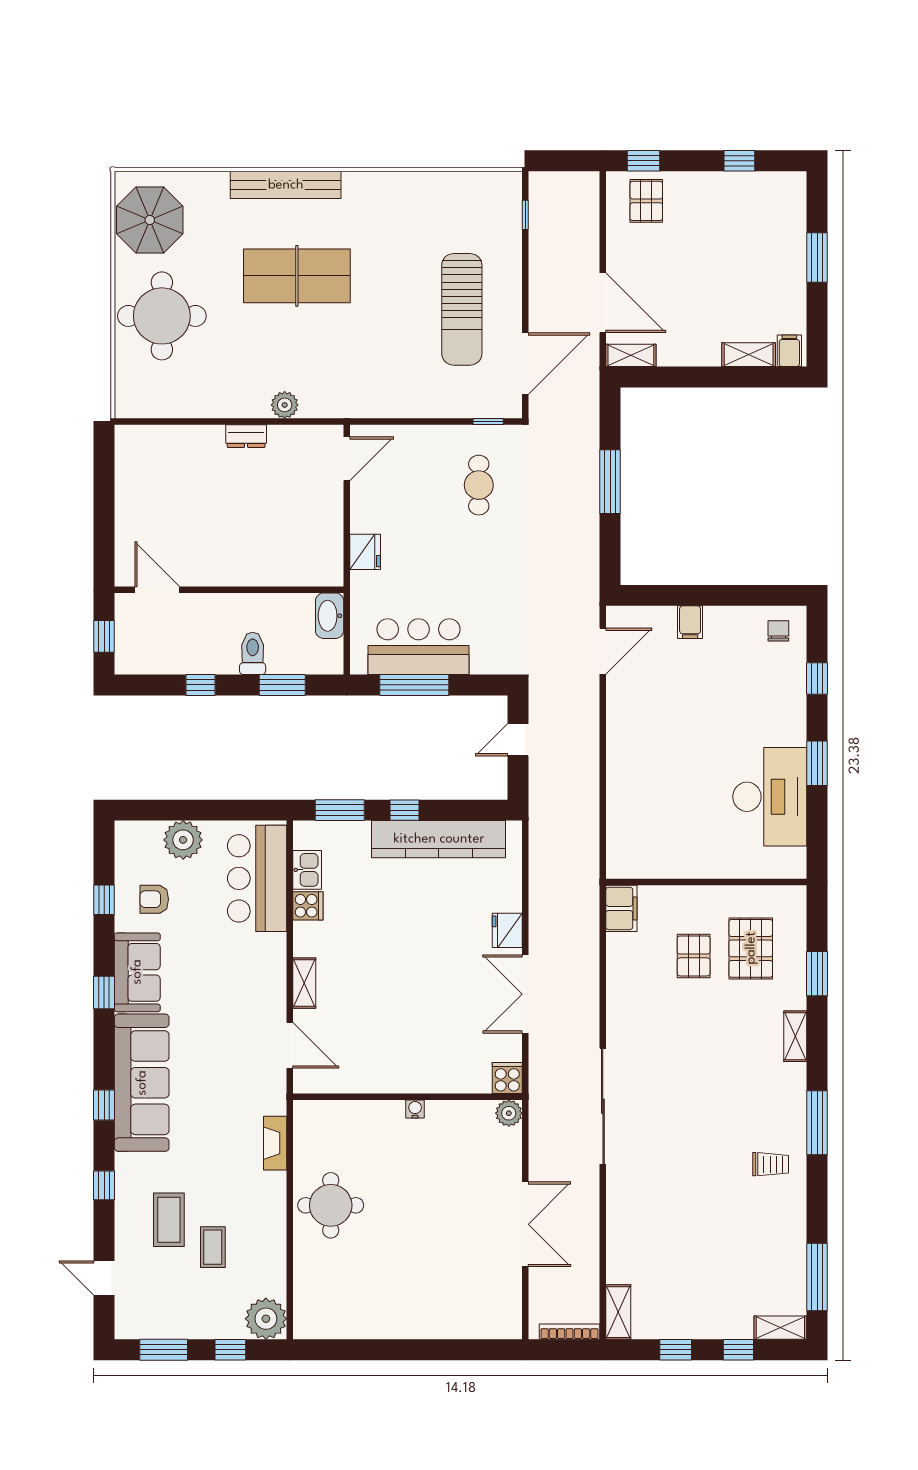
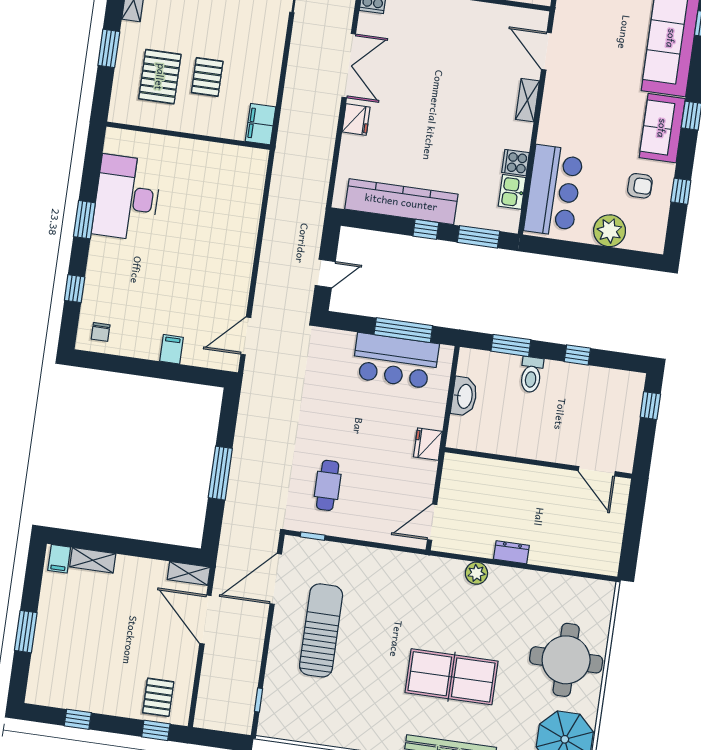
door: (157, 590) -> (597, 471), moved
wall: (229, 590) -> (538, 463), moved

